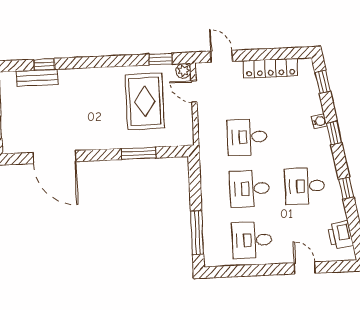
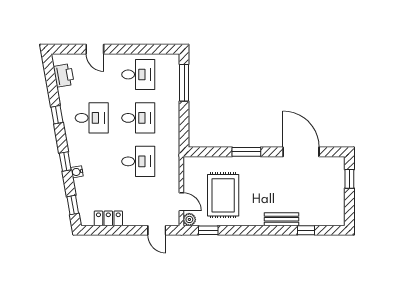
locker: (270, 68) -> (108, 218), width x0.66
bench: (37, 78) -> (282, 219), moved
window: (139, 153) -> (246, 152), moved

